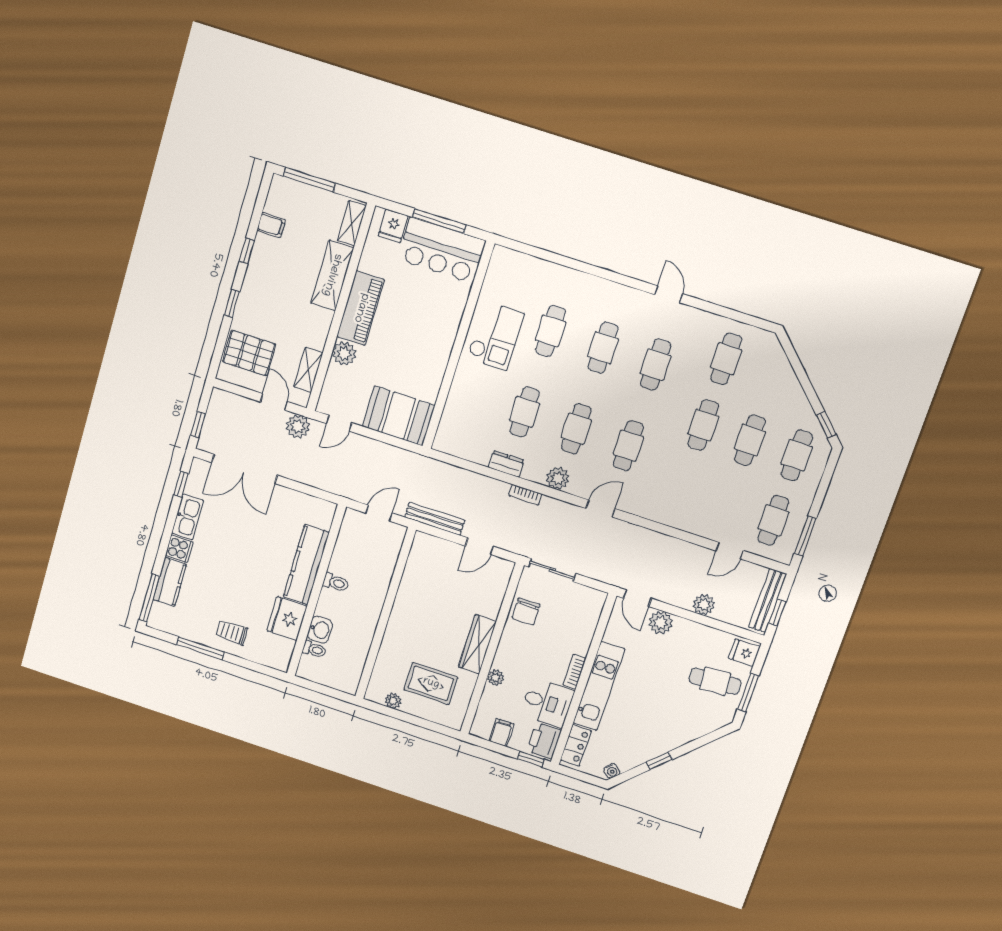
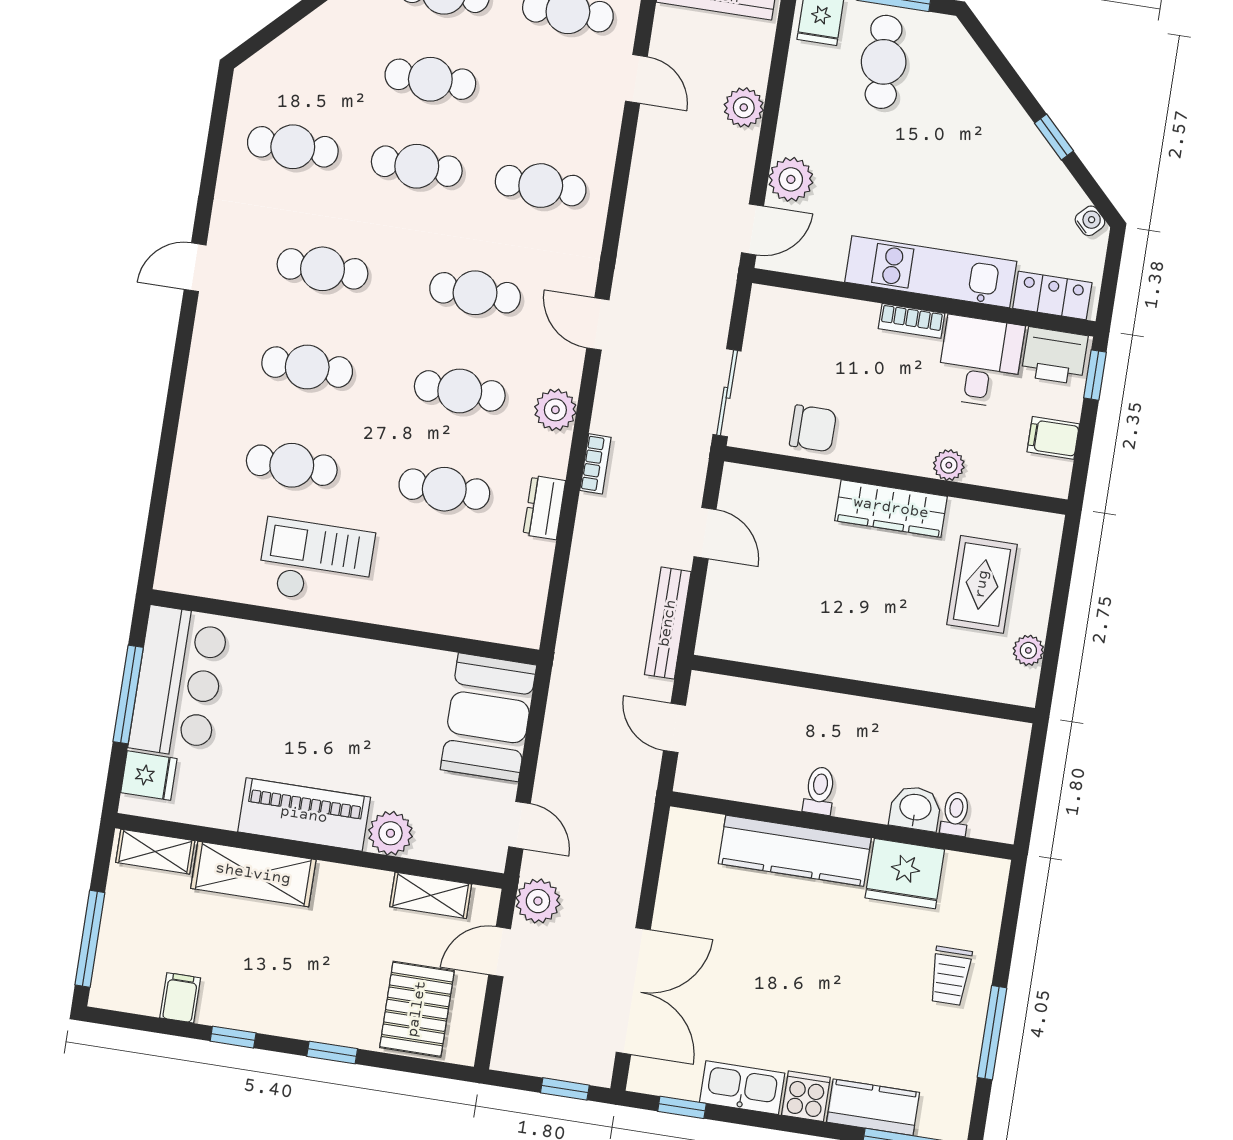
cafe table: (681, 490) -> (541, 186), added

